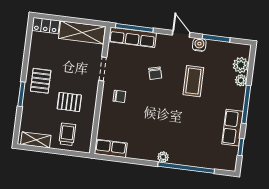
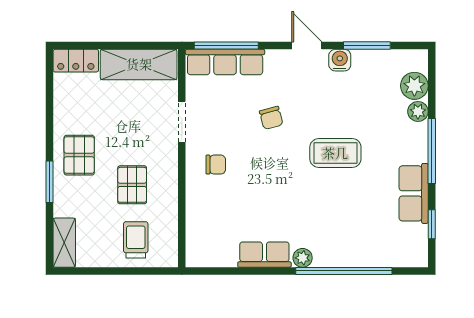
coffee table: (193, 81) -> (335, 153), moved, turned 90
pallet: (69, 102) -> (132, 185), turned 90
shelving: (36, 140) -> (64, 243), moved, turned 90
row of seats: (111, 148) -> (264, 255), moved

